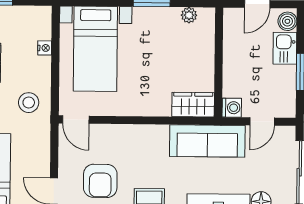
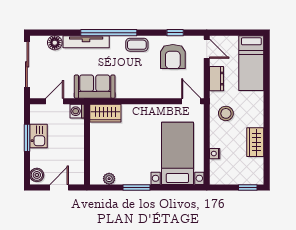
kitchen sink: (285, 48) -> (39, 136), moved
sofa: (207, 141) -> (95, 87), width x0.73
dresser: (41, 150) -> (217, 79), added
armchair: (100, 181) -> (173, 57), turned 180

